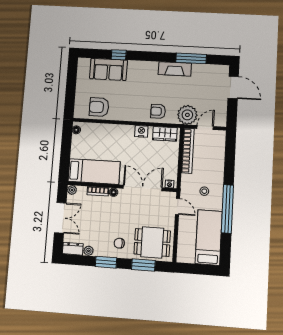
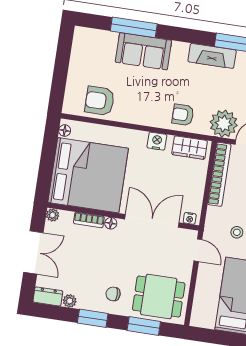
window: (119, 55) -> (134, 27), width x2.17
sofa: (108, 69) -> (143, 51), moved
bed: (94, 172) -> (88, 175), width x2.04

